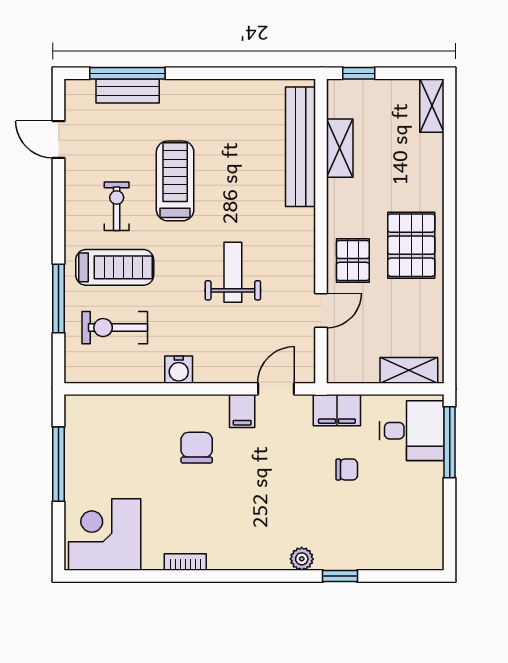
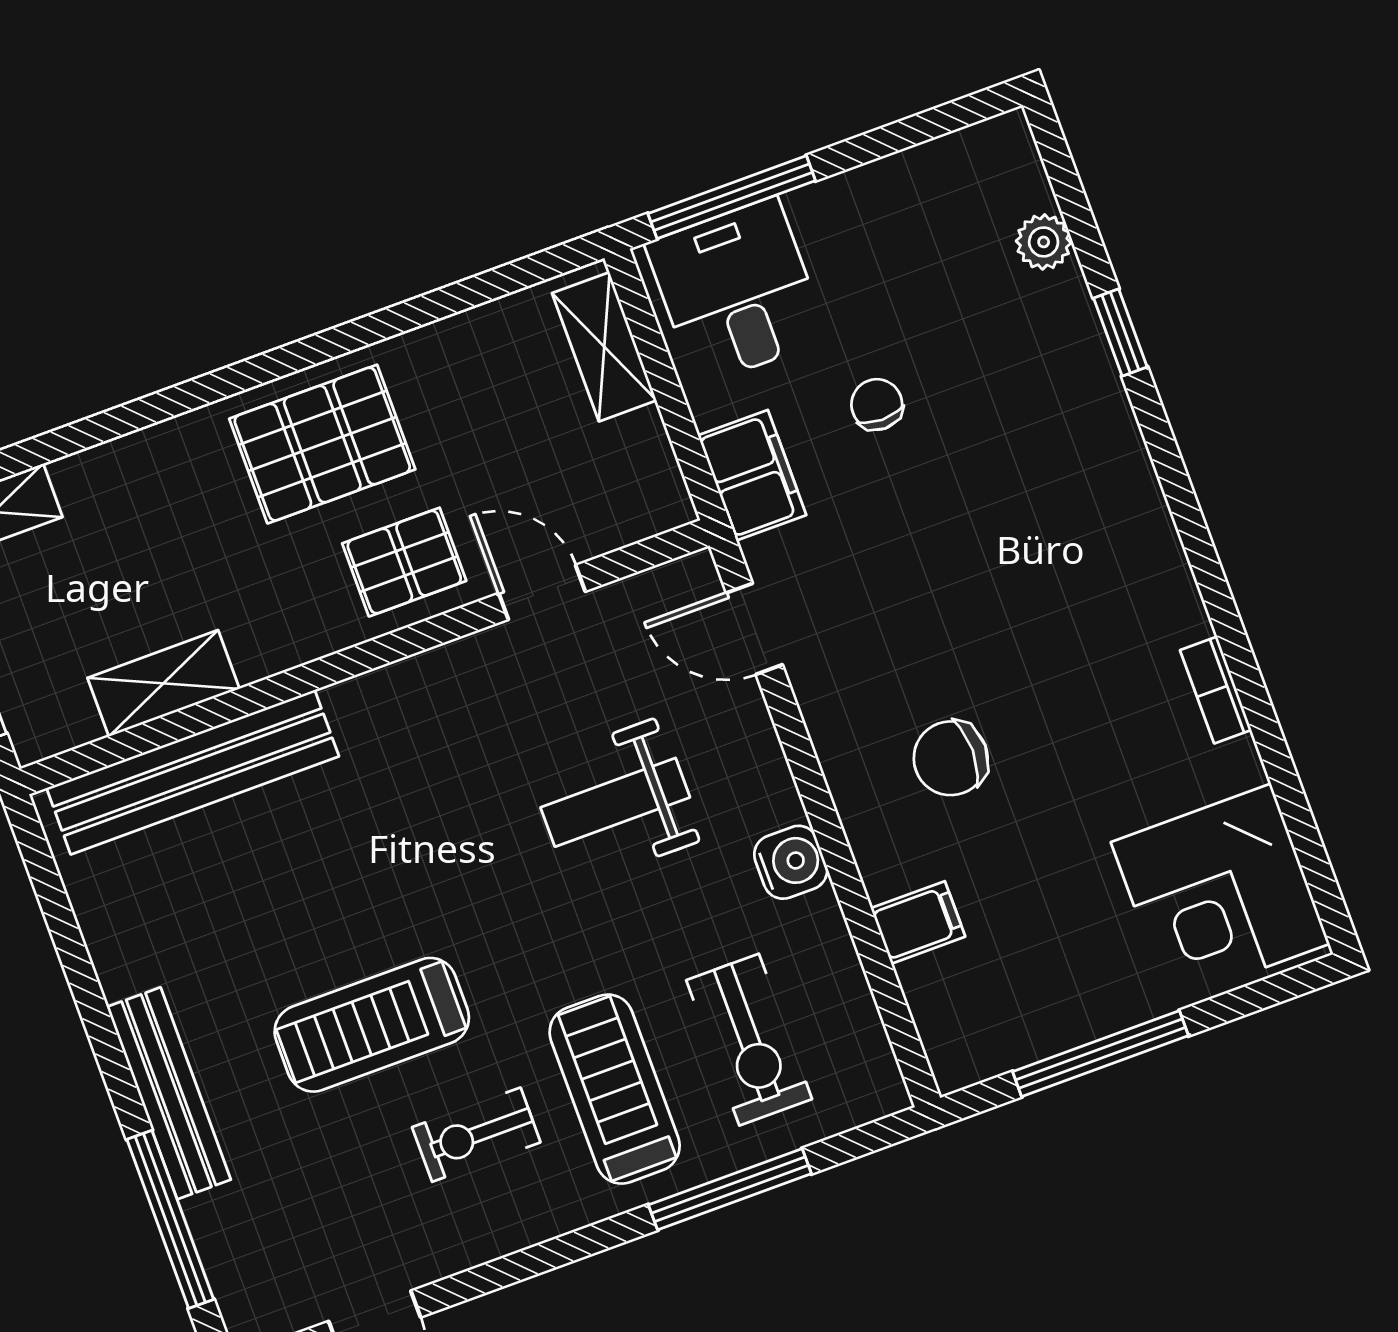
bench: (128, 91) -> (169, 1093), moved, width x1.36
weight bench: (233, 272) -> (615, 802), moved
filing cabinet: (242, 411) -> (918, 922), moved
plant: (302, 559) -> (1044, 242), moved

